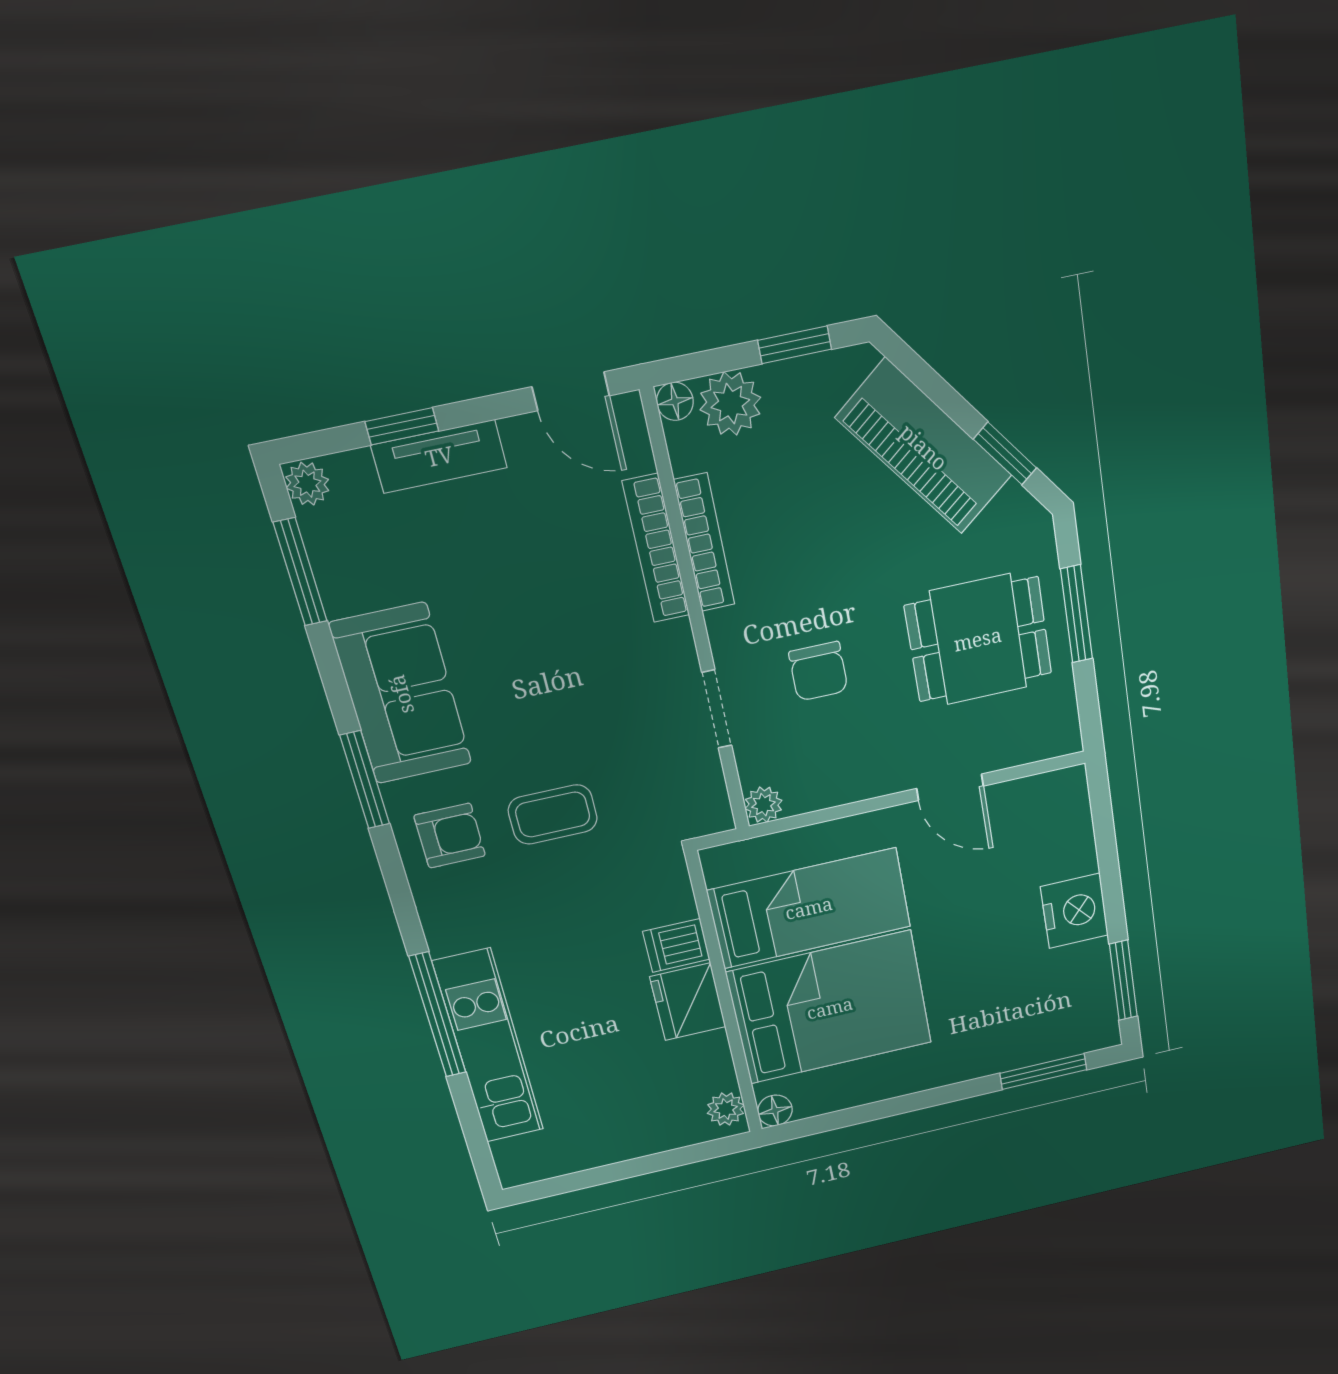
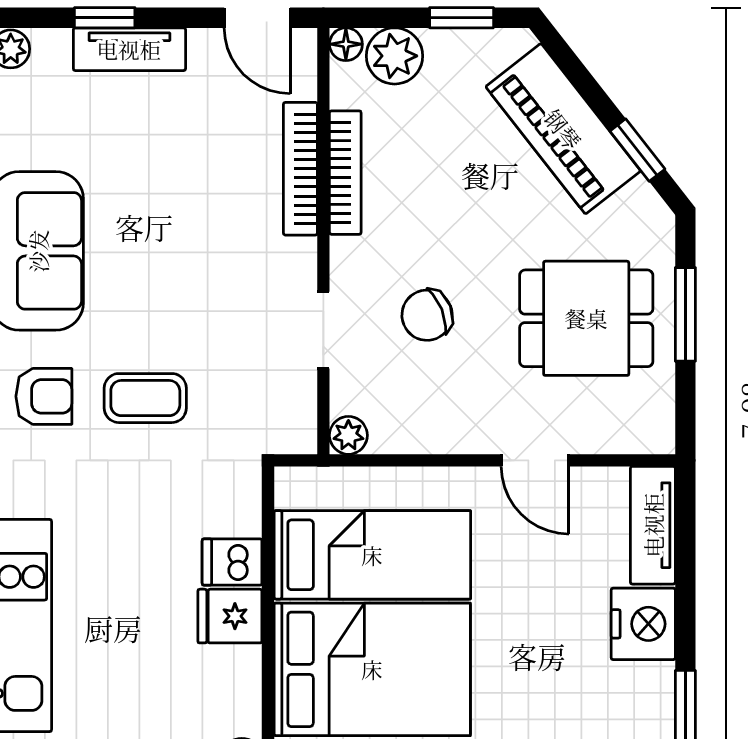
chair: (818, 671) -> (427, 315), turned 68
tv unit: (1071, 822) -> (653, 525), added
fridge: (688, 1002) -> (230, 616), width x0.72

